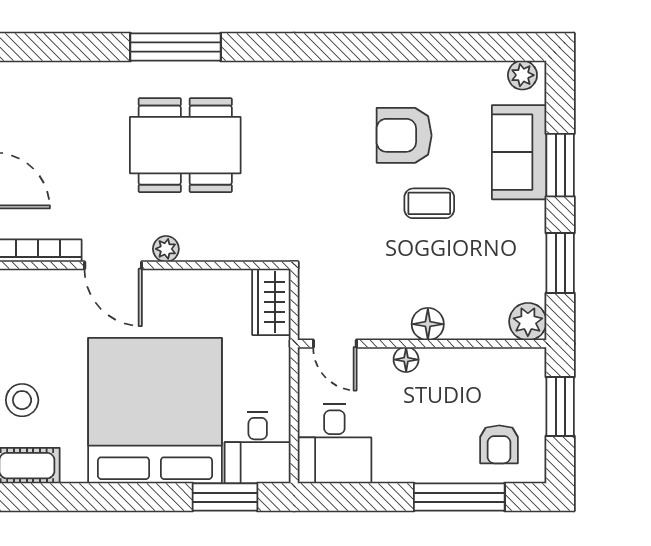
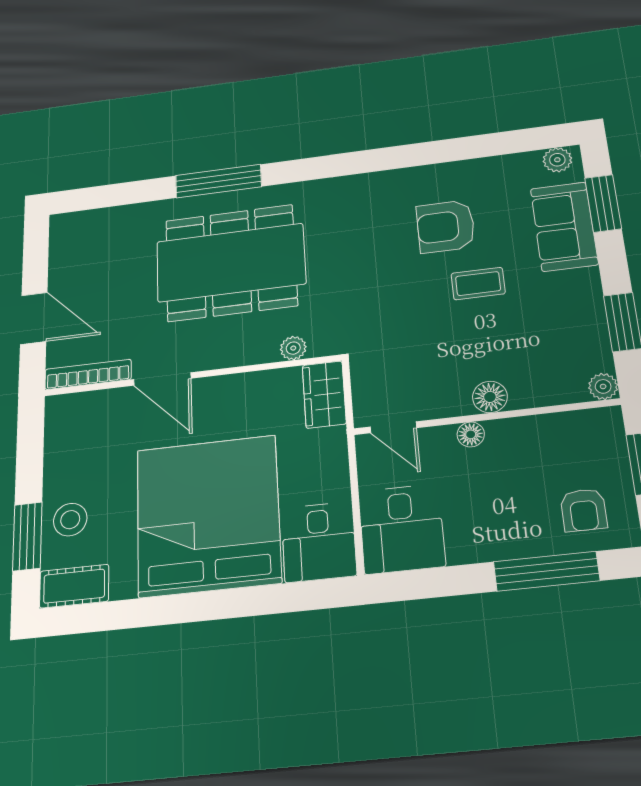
dining table: (185, 145) -> (231, 263), width x1.36, depth x1.24
window: (560, 165) -> (603, 203), moved
plant: (166, 249) -> (293, 348), moved
plant: (528, 322) -> (603, 386), width x0.73, depth x0.73
window: (225, 497) -> (286, 598), removed

